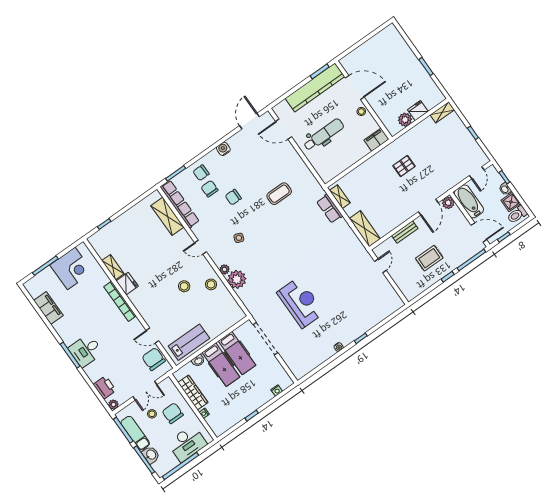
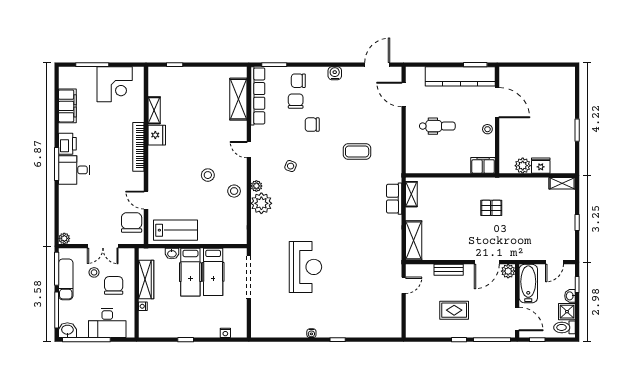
dental chair: (324, 135) -> (437, 126), width x0.73, depth x0.72
printer: (105, 387) -> (67, 144), moved
washbasin: (151, 455) -> (67, 330), moved, turned -90

